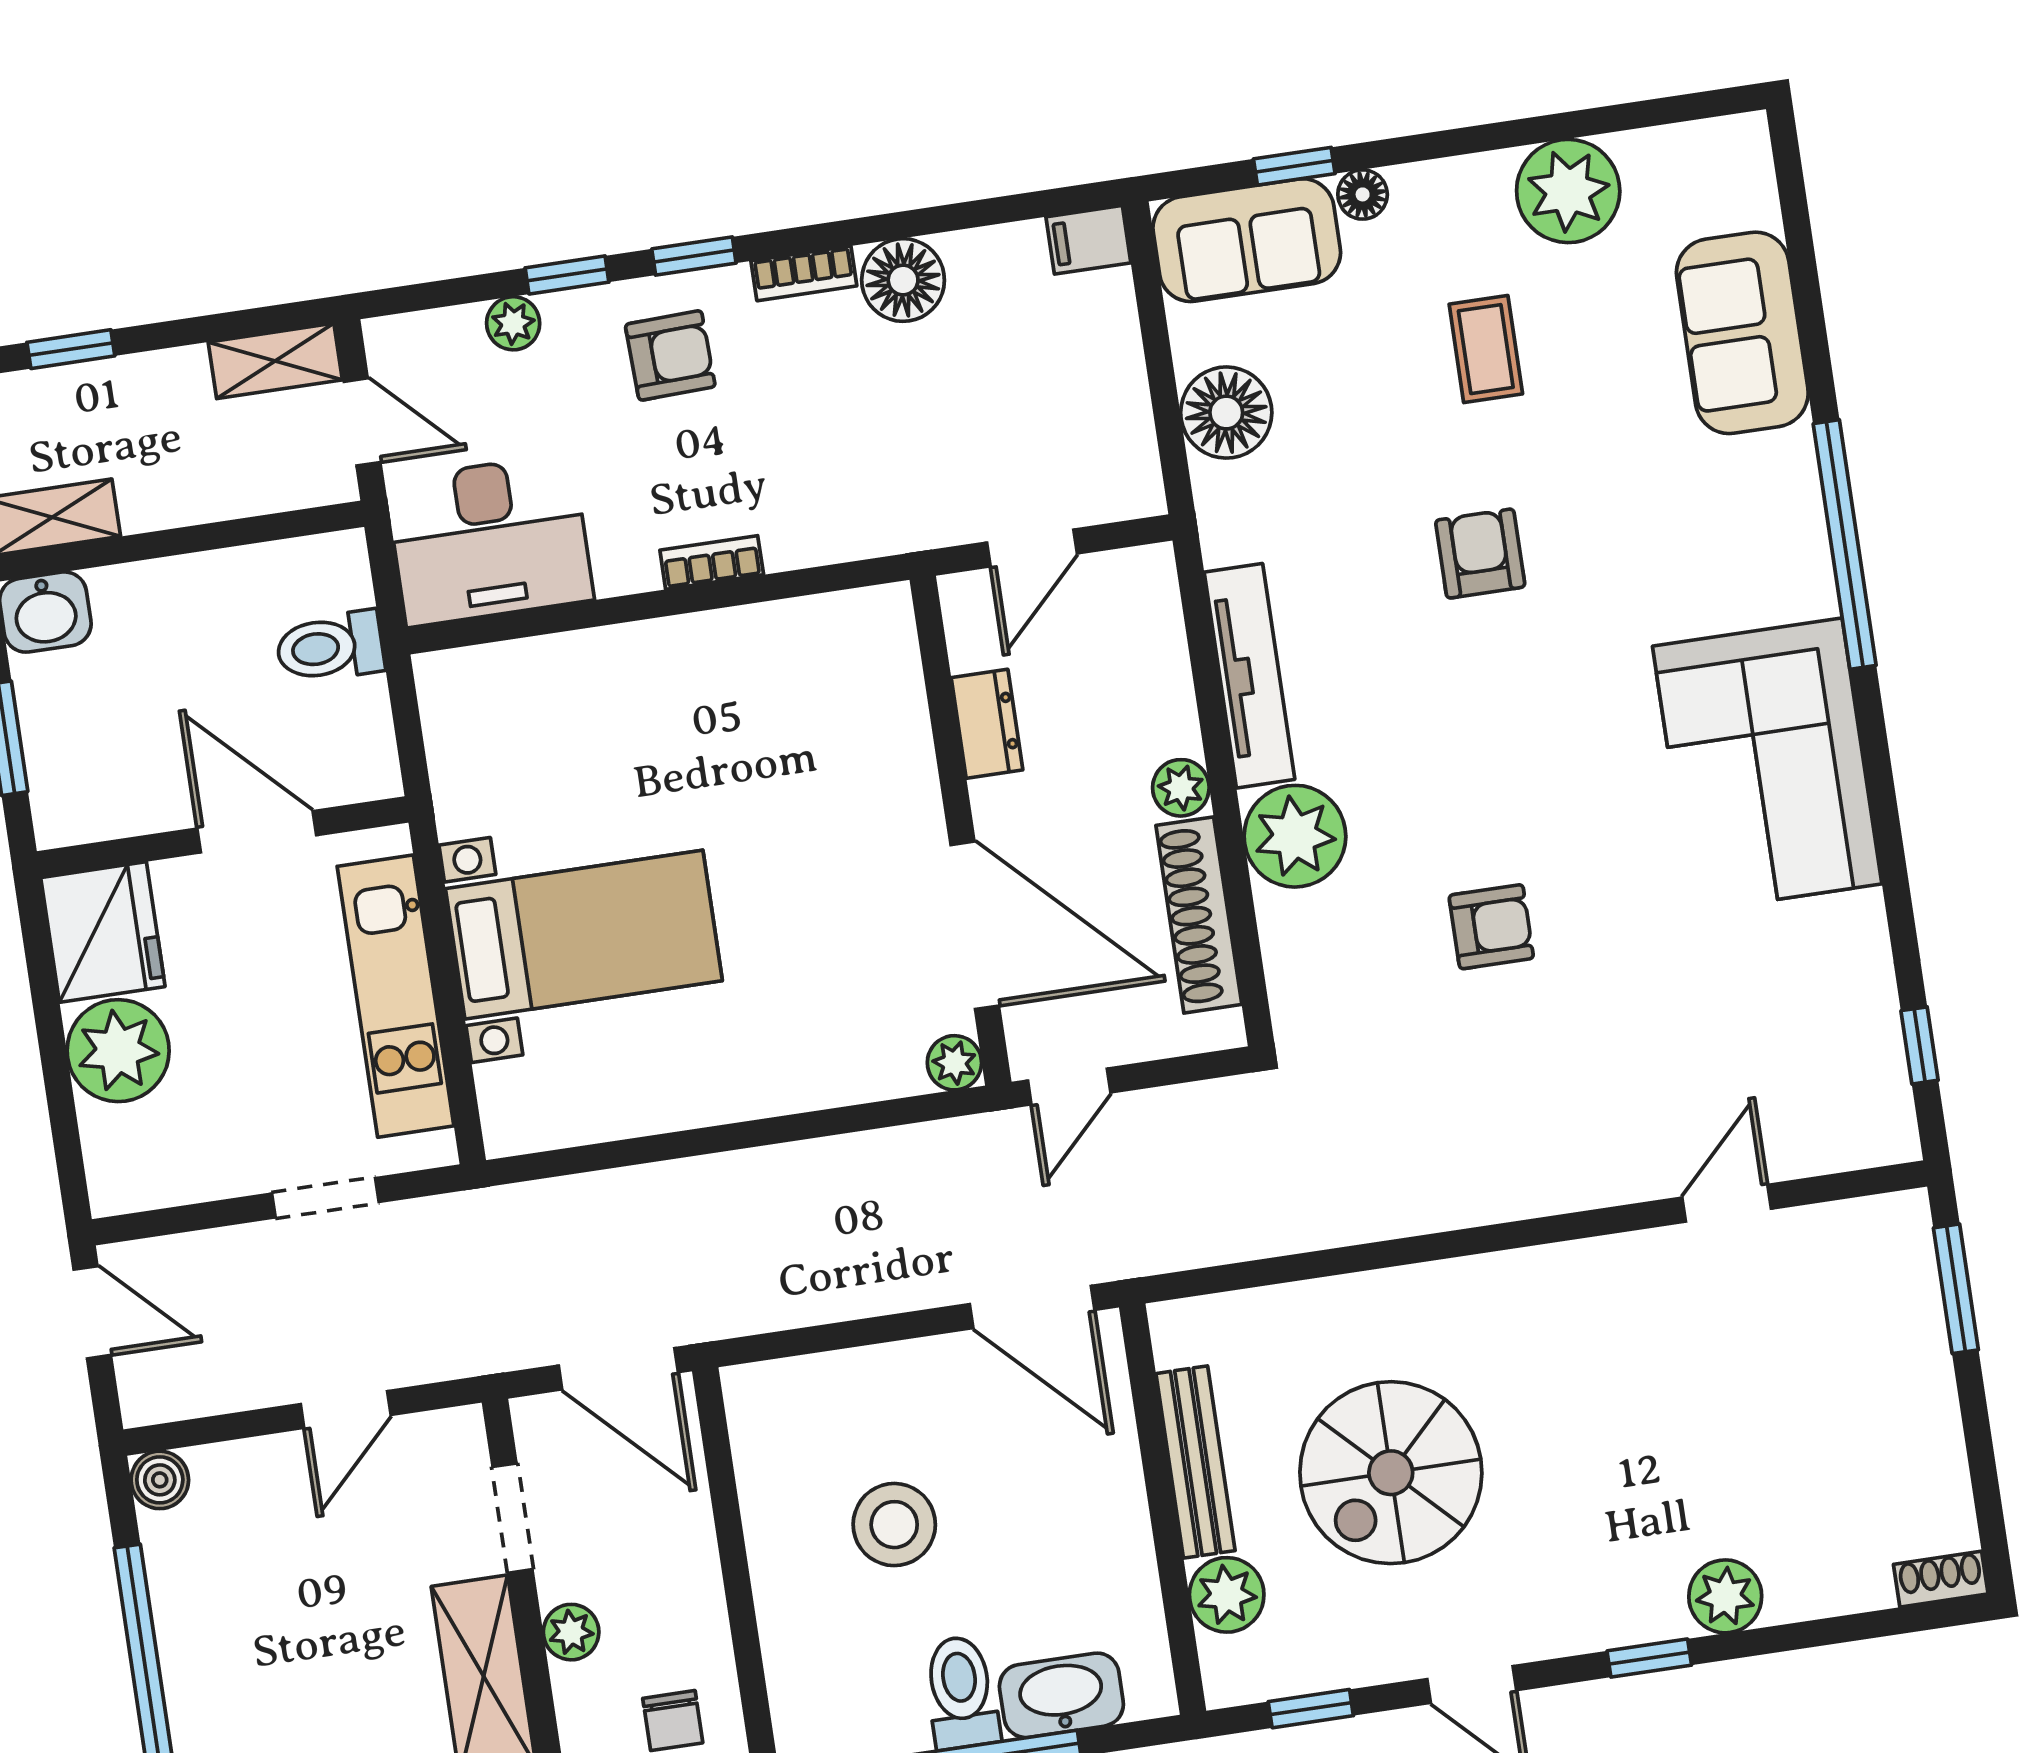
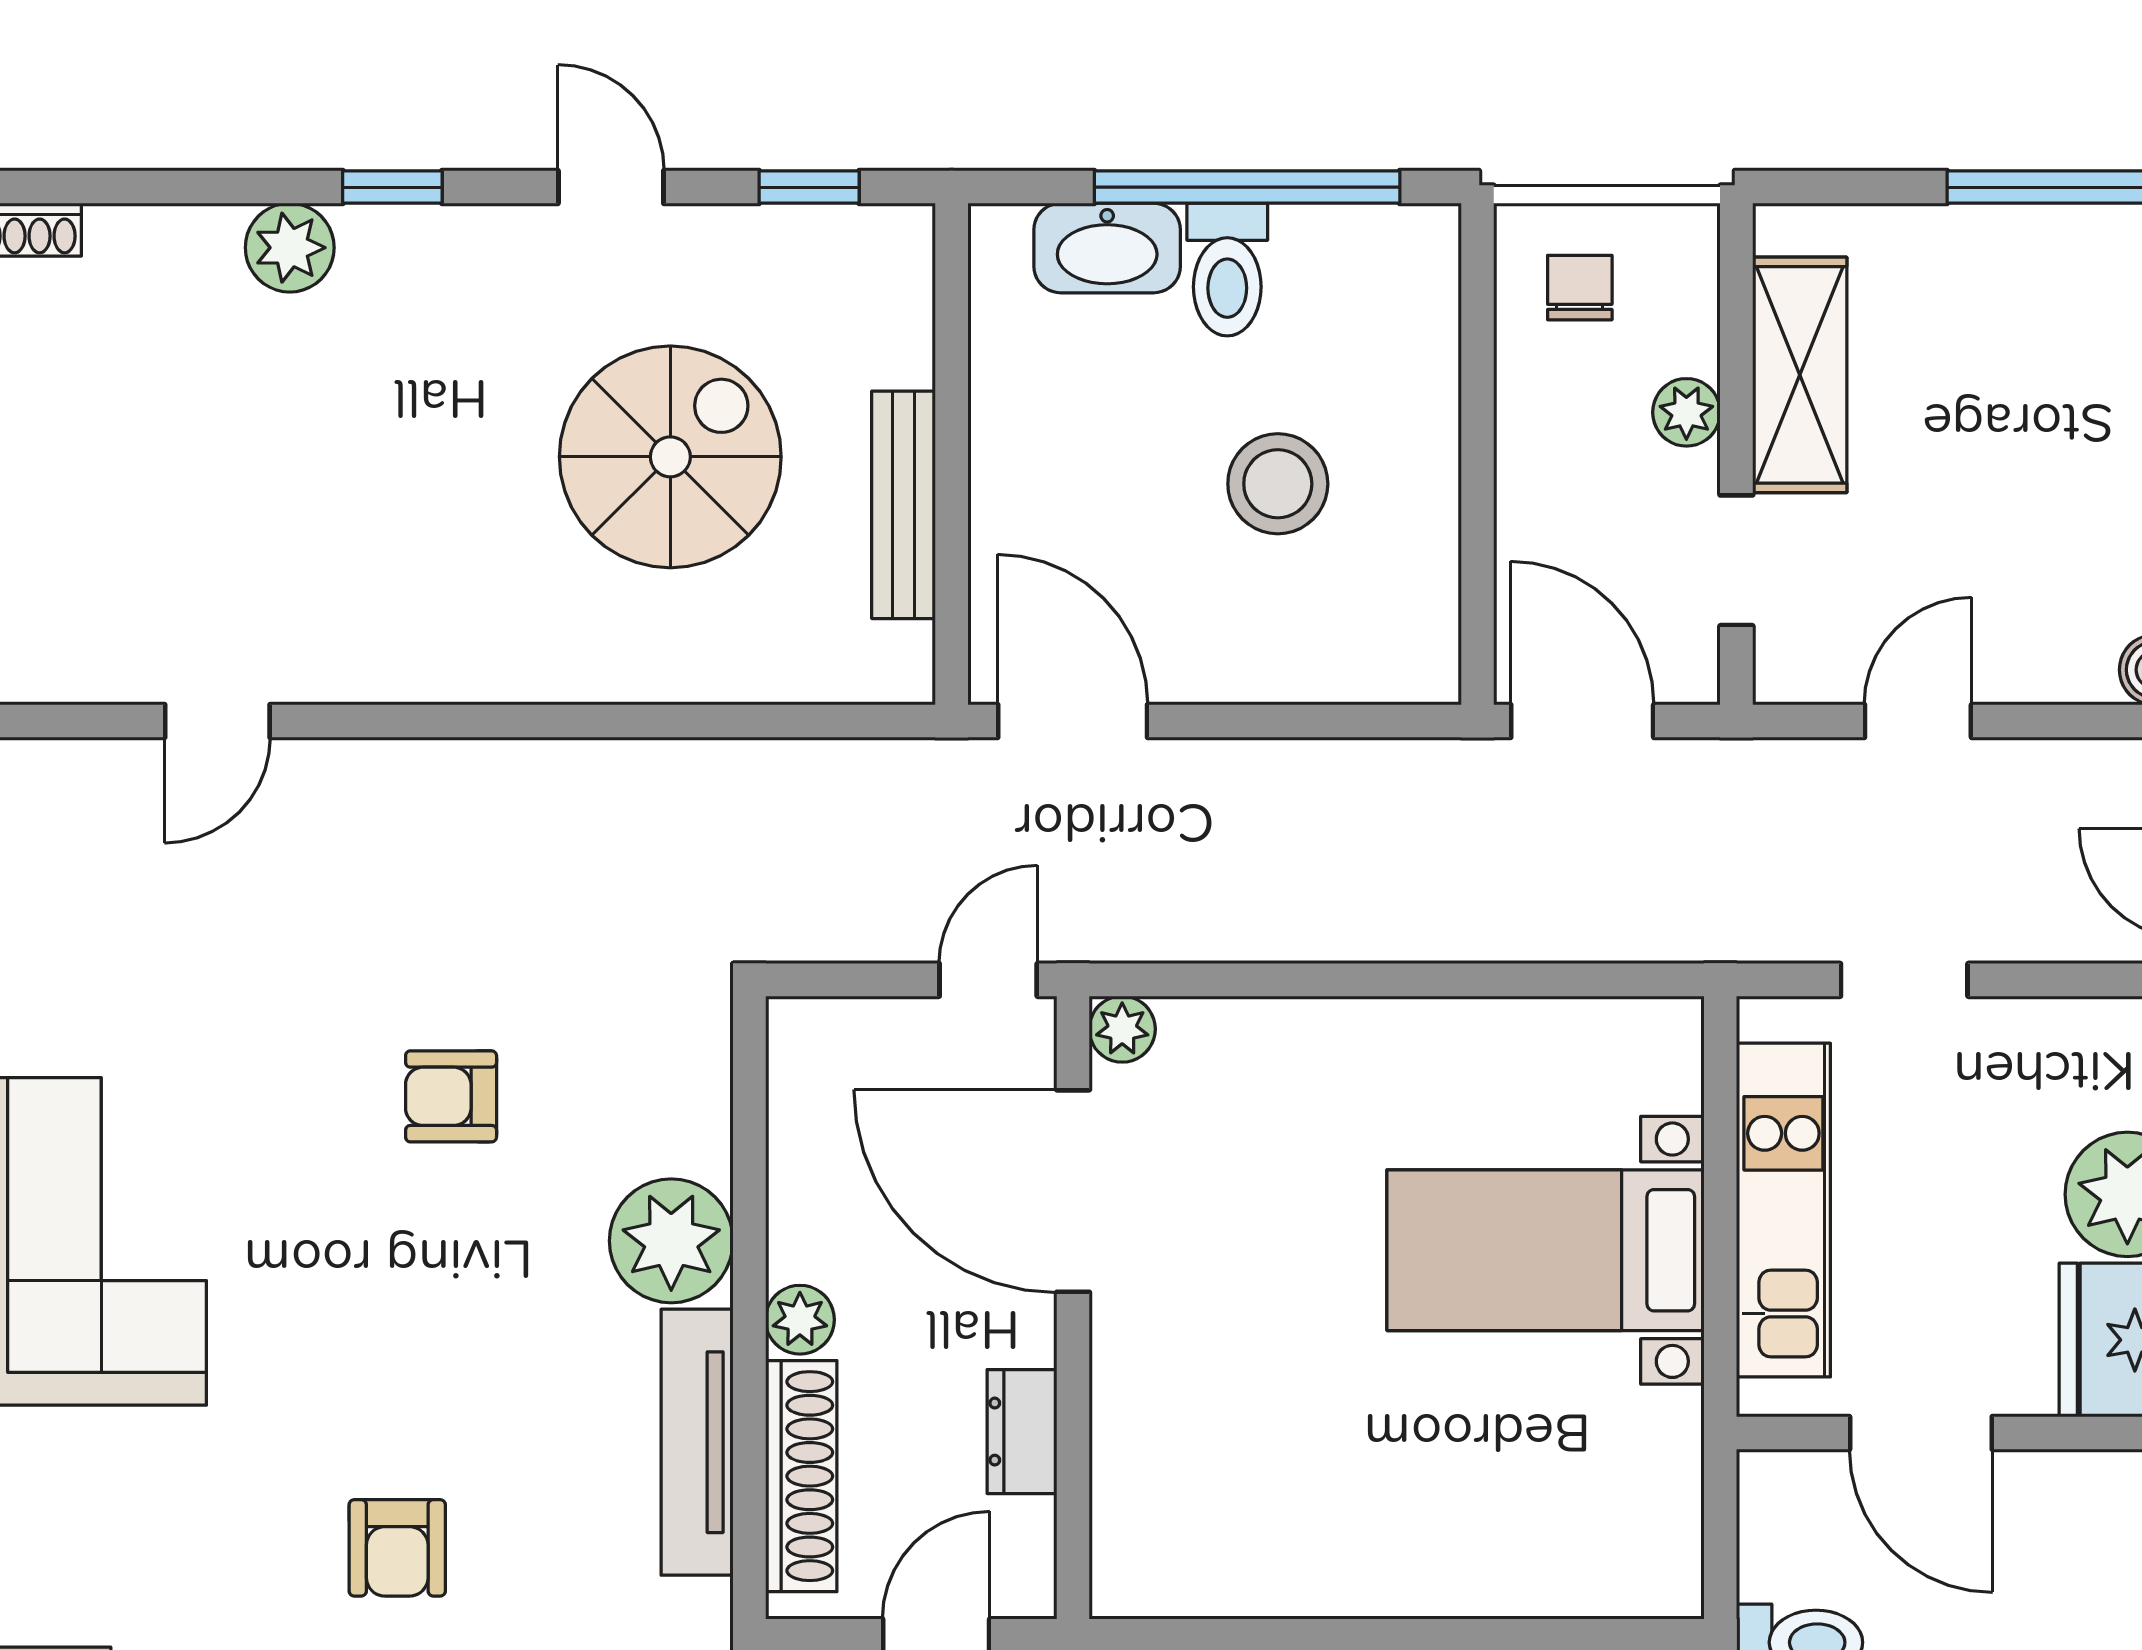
shoe rack: (1199, 915) -> (801, 1476), moved
plant: (1227, 1595) -> (890, 339), removed

